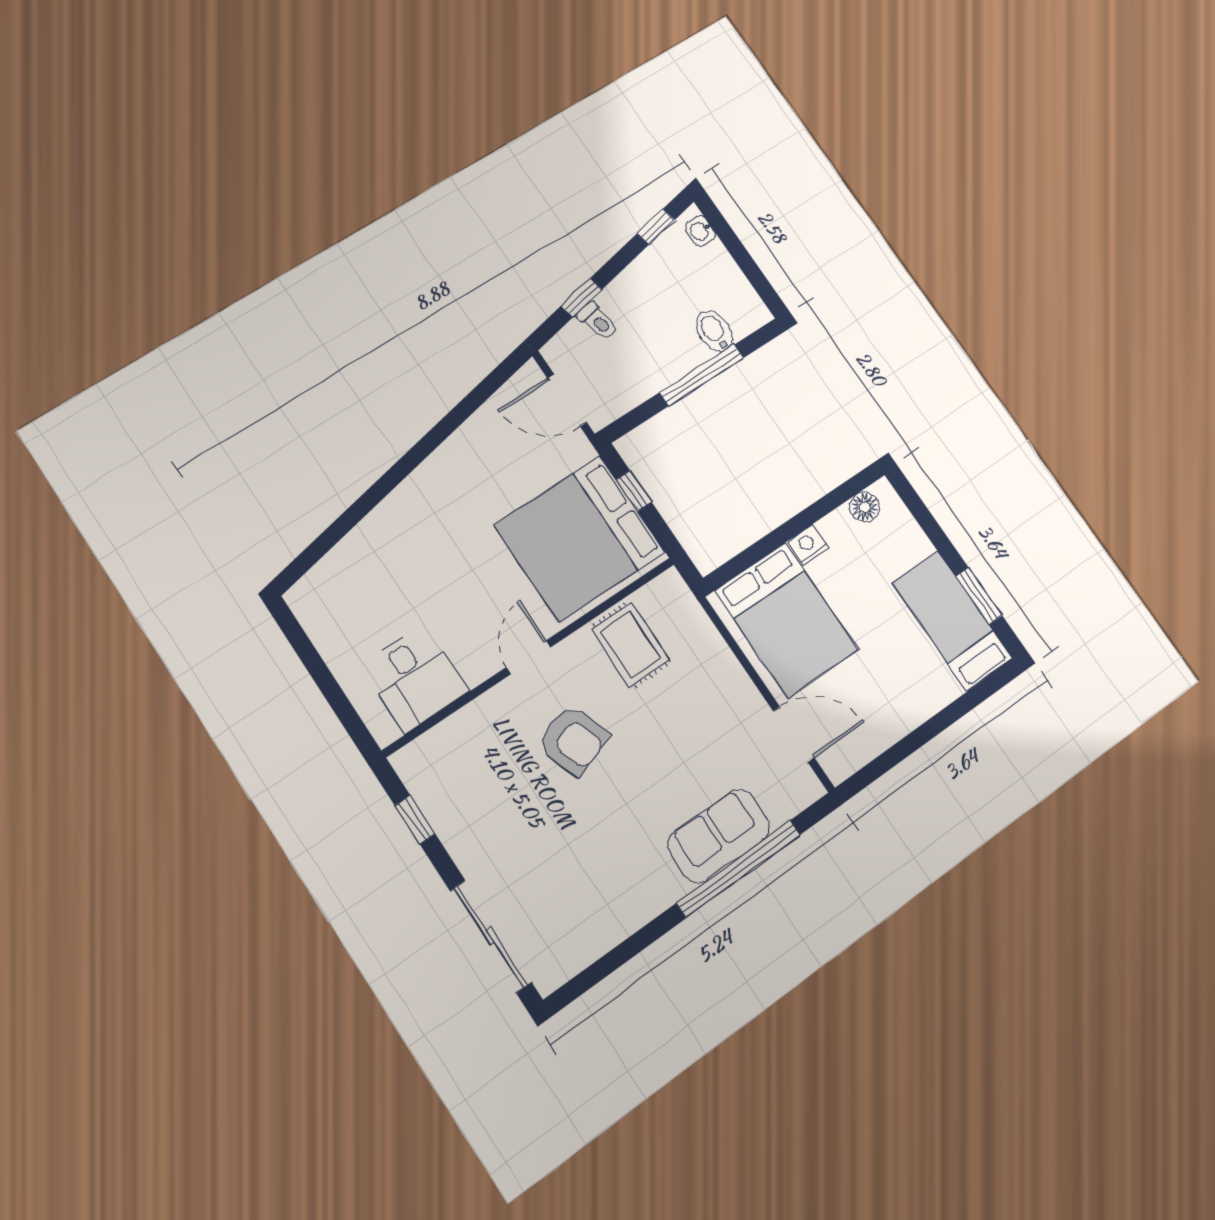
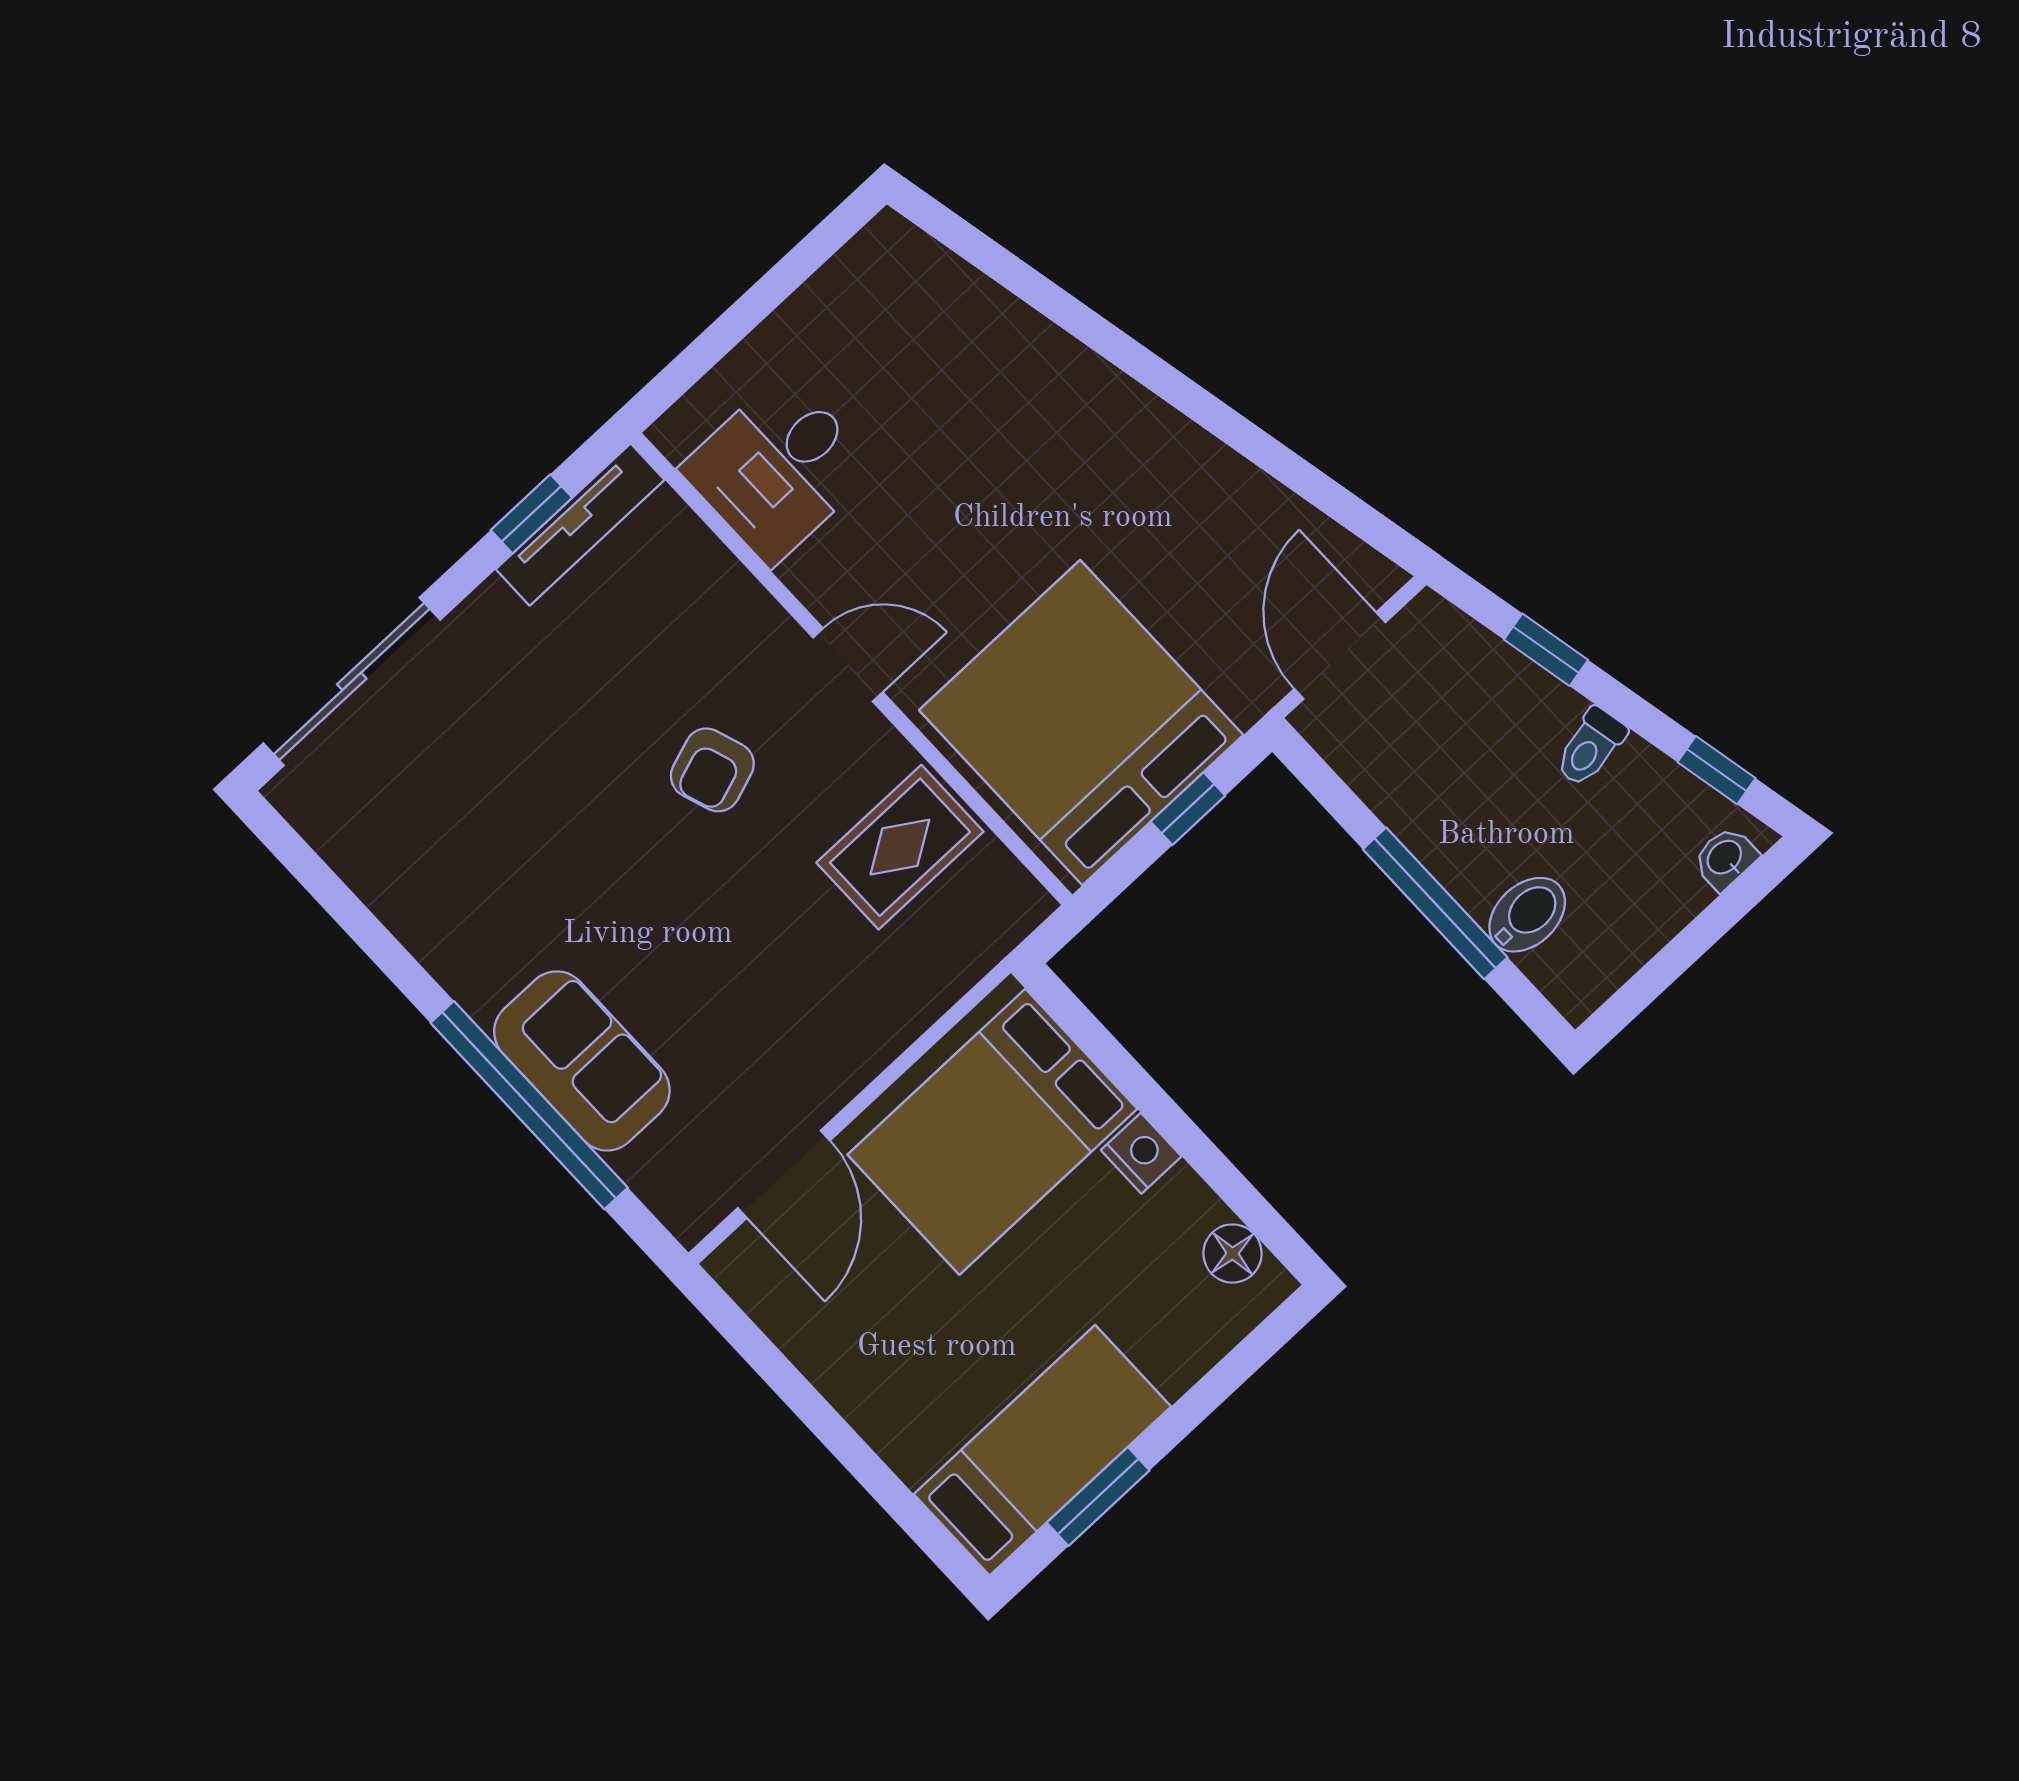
toilet: (597, 321) -> (1590, 747), moved
armchair: (573, 740) -> (712, 770), width x0.72, depth x0.72
tv unit: (426, 793) -> (580, 525), added

